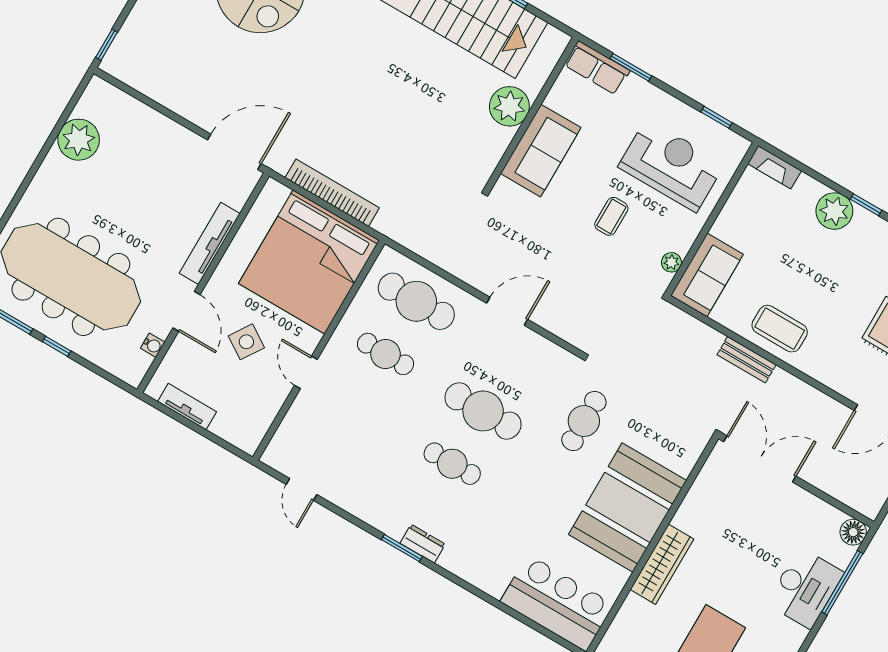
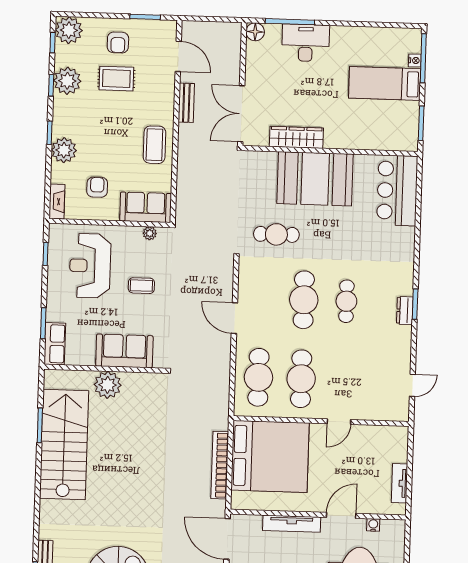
armchair: (765, 228) -> (97, 187), added
side table: (246, 342) -> (340, 468), removed
cafe table: (386, 354) -> (301, 379), width x1.37, depth x1.35
bench: (746, 360) -> (186, 103), moved
dresser: (423, 544) -> (405, 311), moved
wardrobe: (662, 564) -> (296, 137), moved

